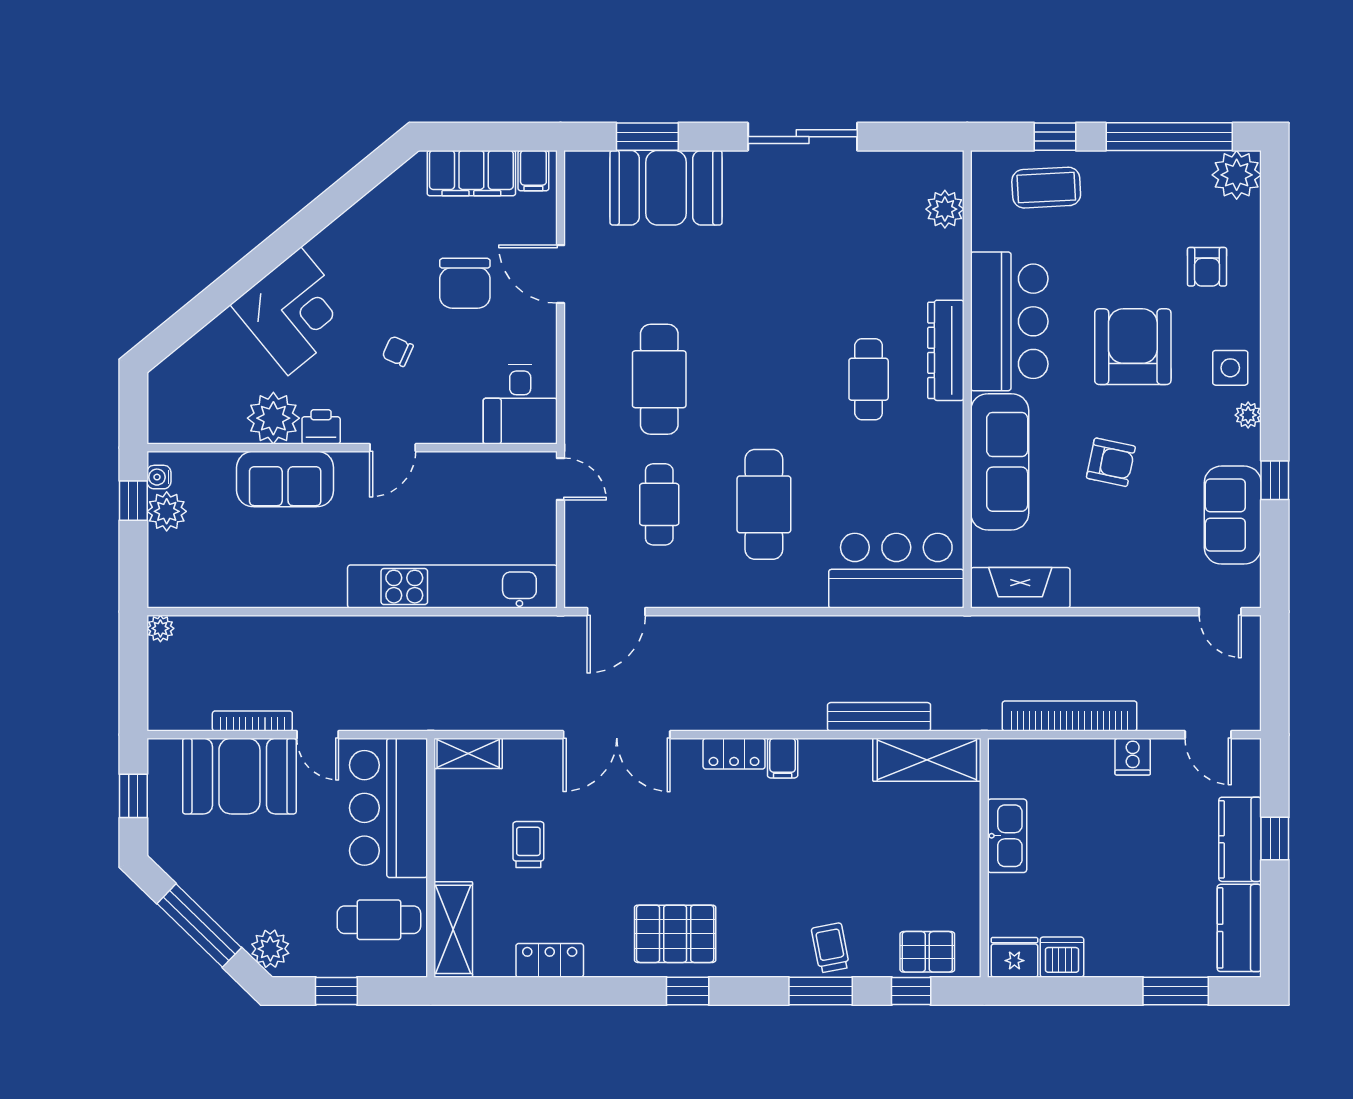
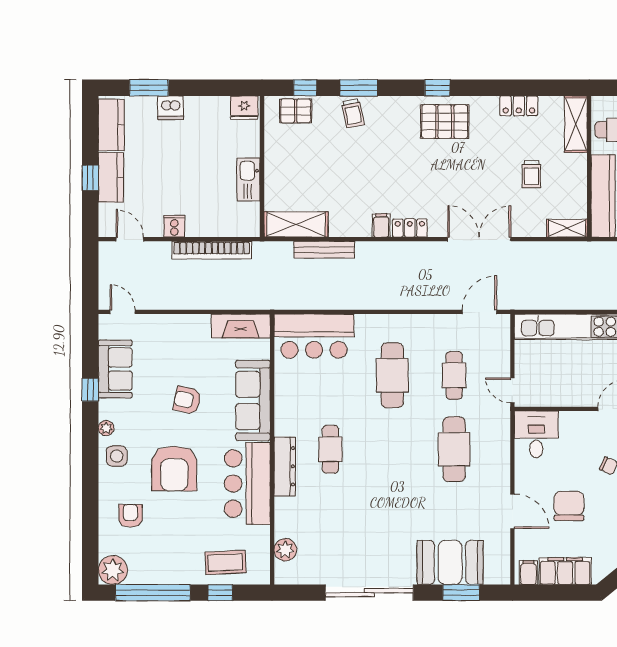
sliding door: (803, 137) -> (369, 593), width x1.36
dishwasher: (1062, 957) -> (170, 108), moved

